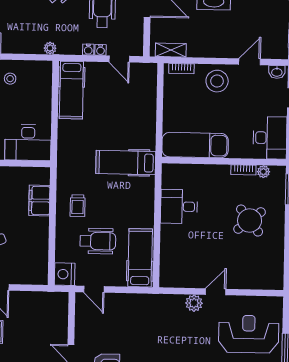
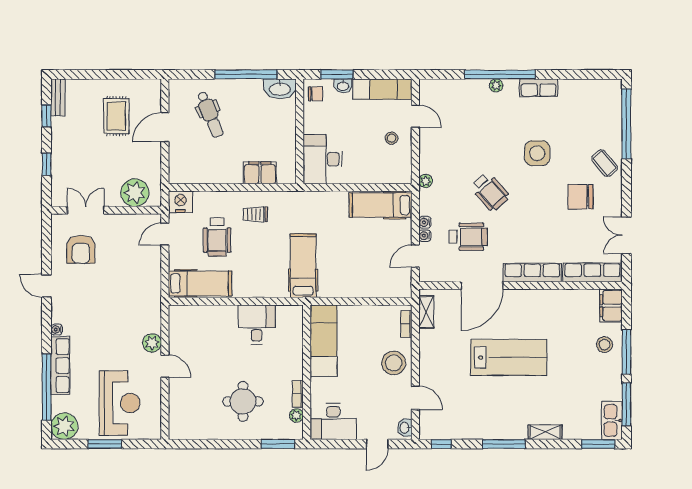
round table: (250, 221) -> (243, 401), turned 38
plant: (55, 316) -> (135, 193), added

